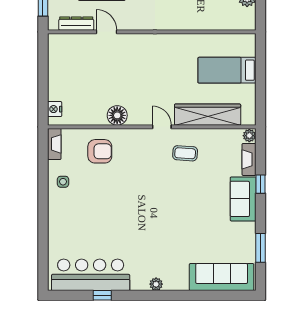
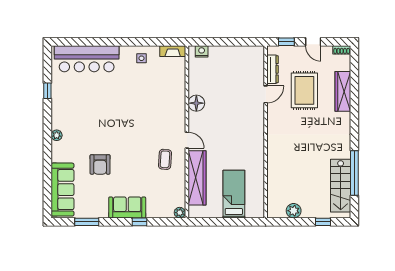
door: (162, 127) -> (187, 140), hinge flipped
armchair: (100, 151) -> (100, 164), moved
fireplace: (249, 159) -> (160, 212), removed
bar counter: (91, 275) -> (87, 59), moved, turned 90

